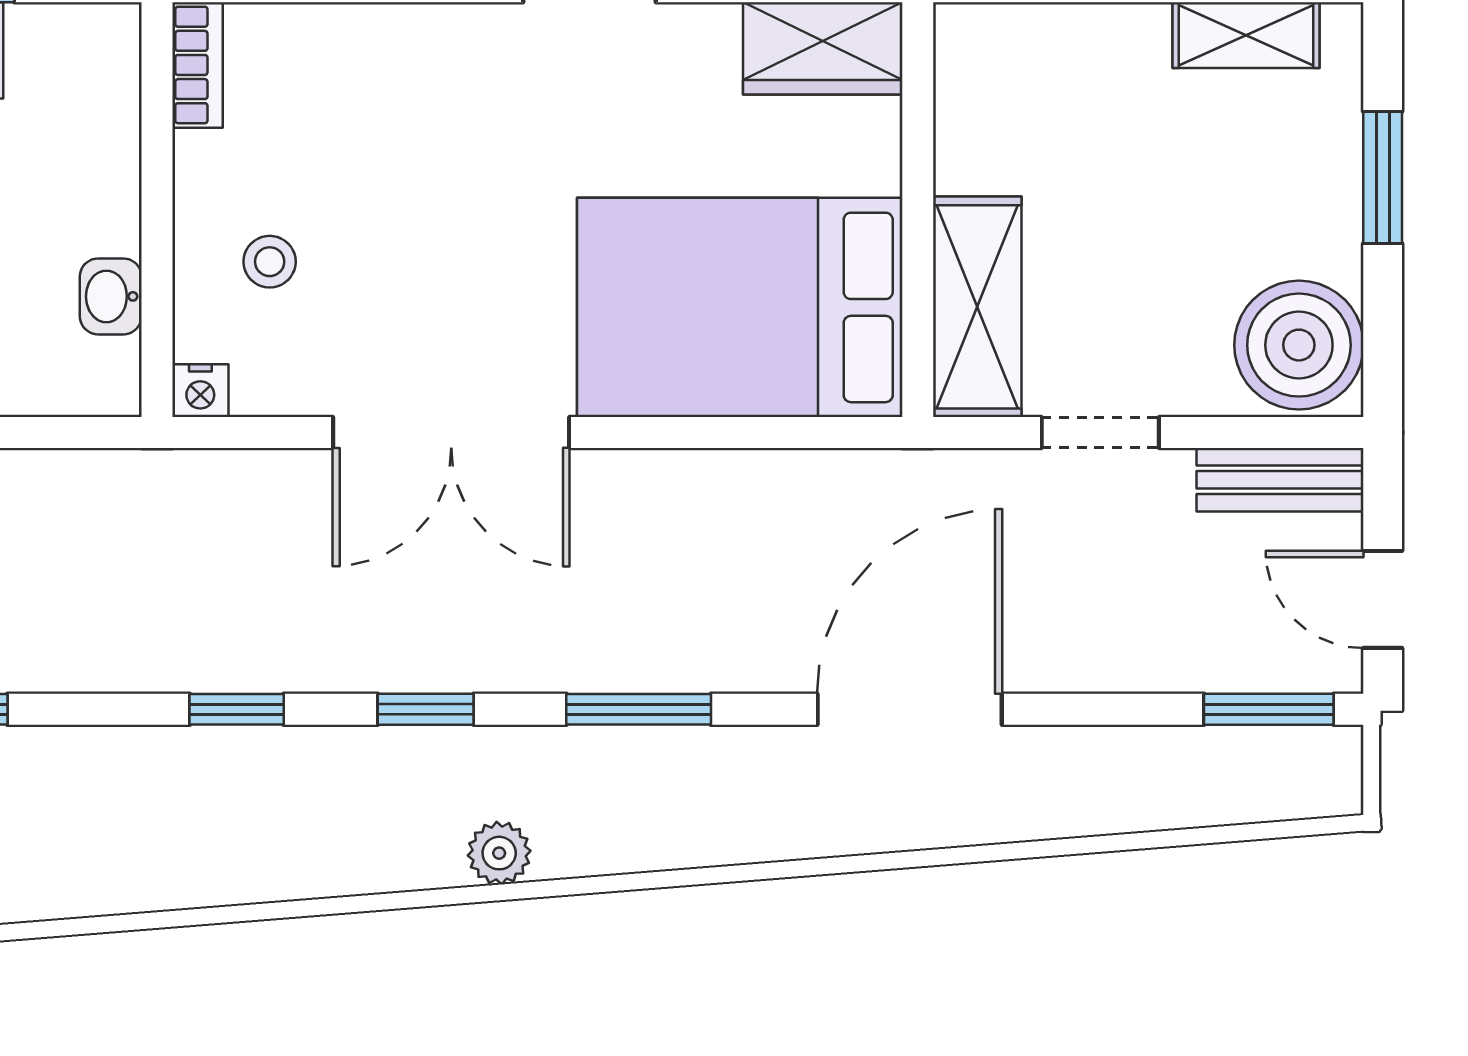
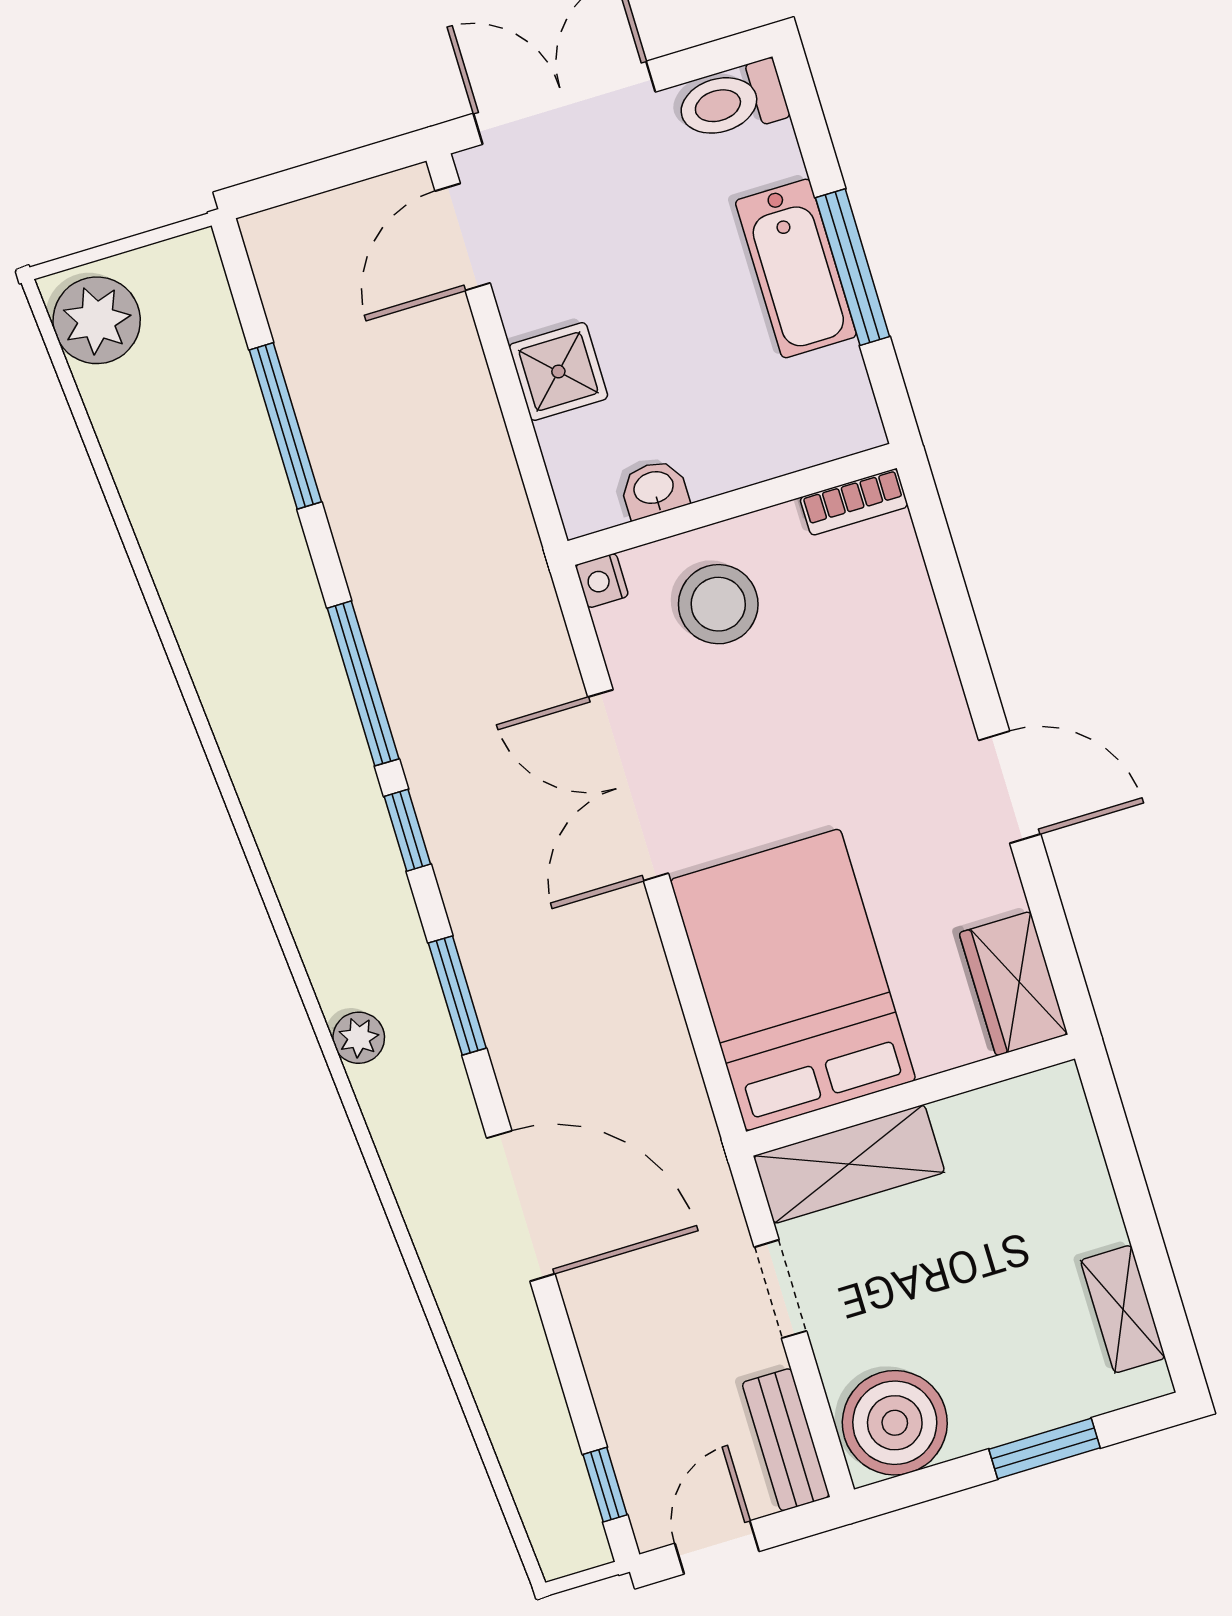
stool: (270, 262) -> (718, 604), width x1.89, depth x1.89
window: (237, 709) -> (363, 683), width x2.17
window: (1269, 709) -> (605, 1485), width x0.67
plant: (499, 853) -> (359, 1038), moved

